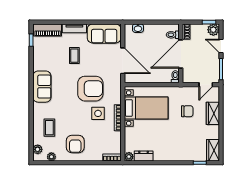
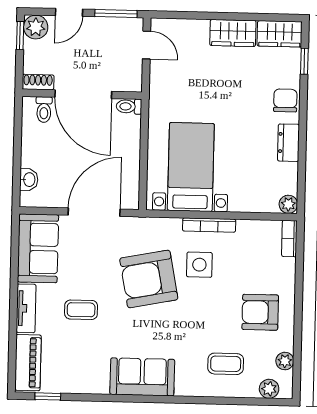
armchair: (90, 89) -> (149, 279), turned -101
chair: (187, 111) -> (285, 100), moved
wardrobe: (213, 113) -> (233, 33), moved
armchair: (75, 144) -> (260, 312), turned 180
dresser: (144, 156) -> (289, 143), moved

